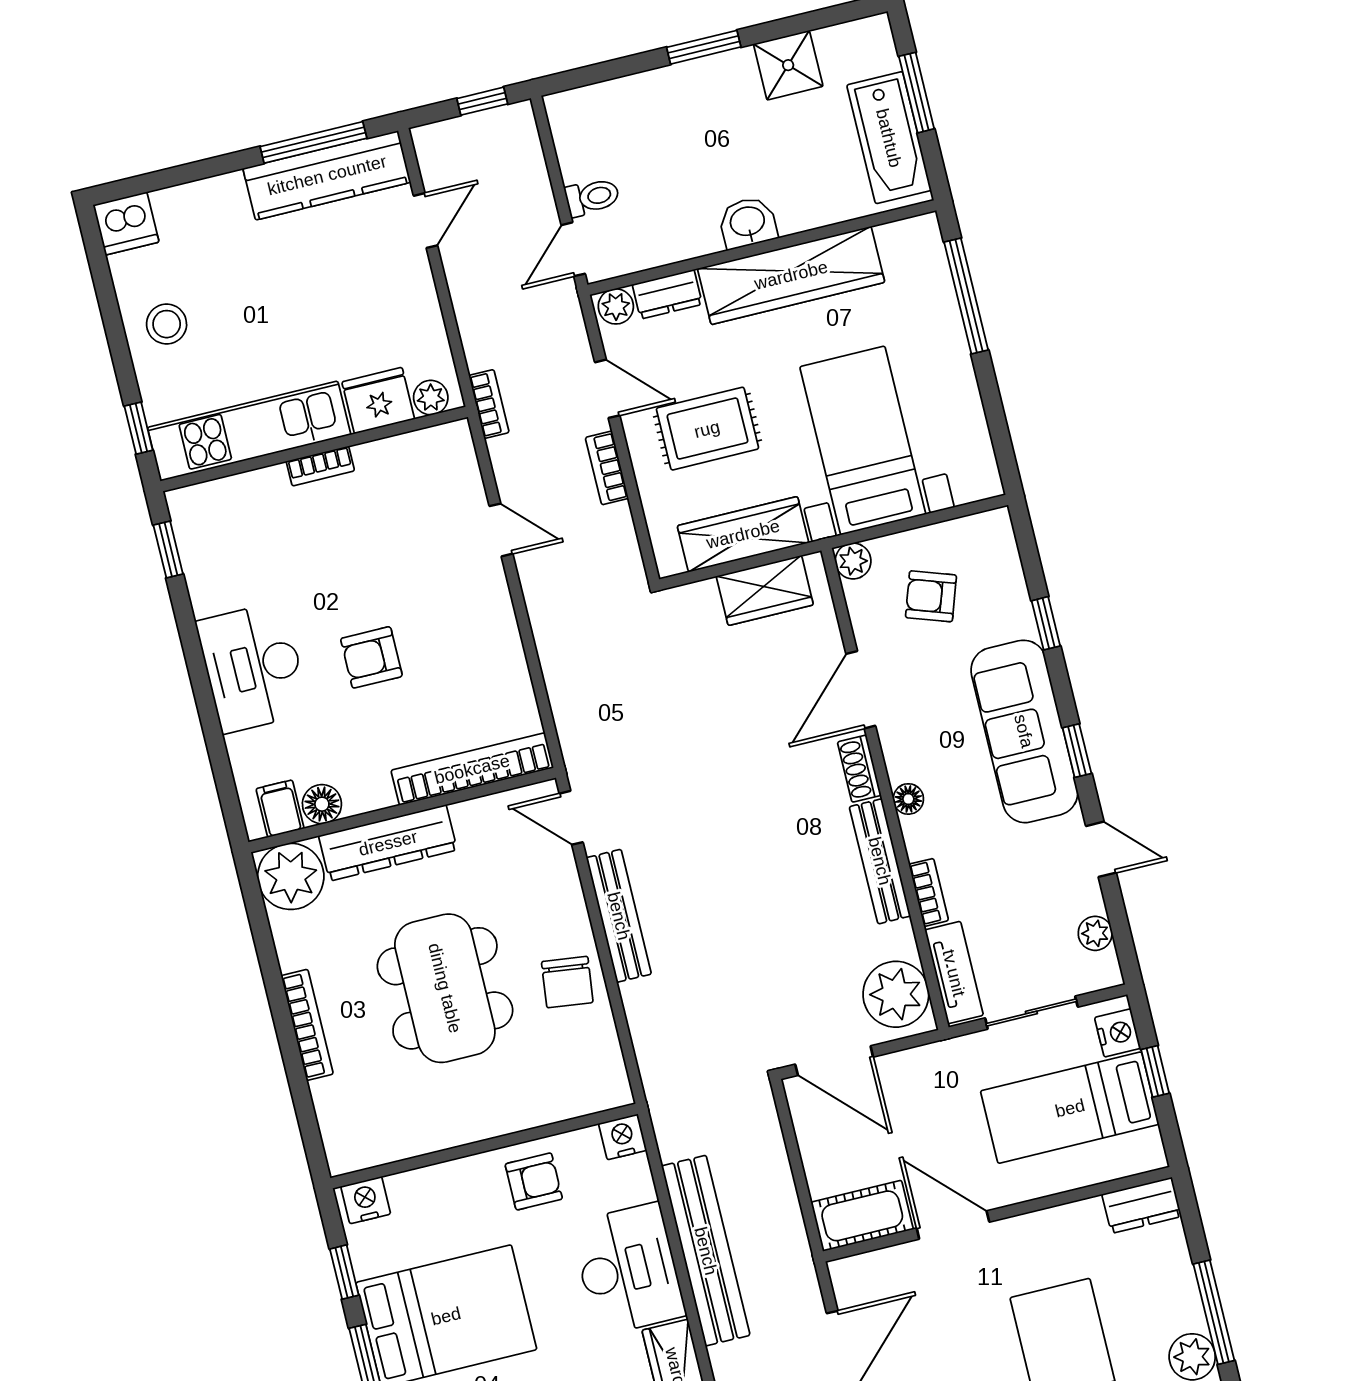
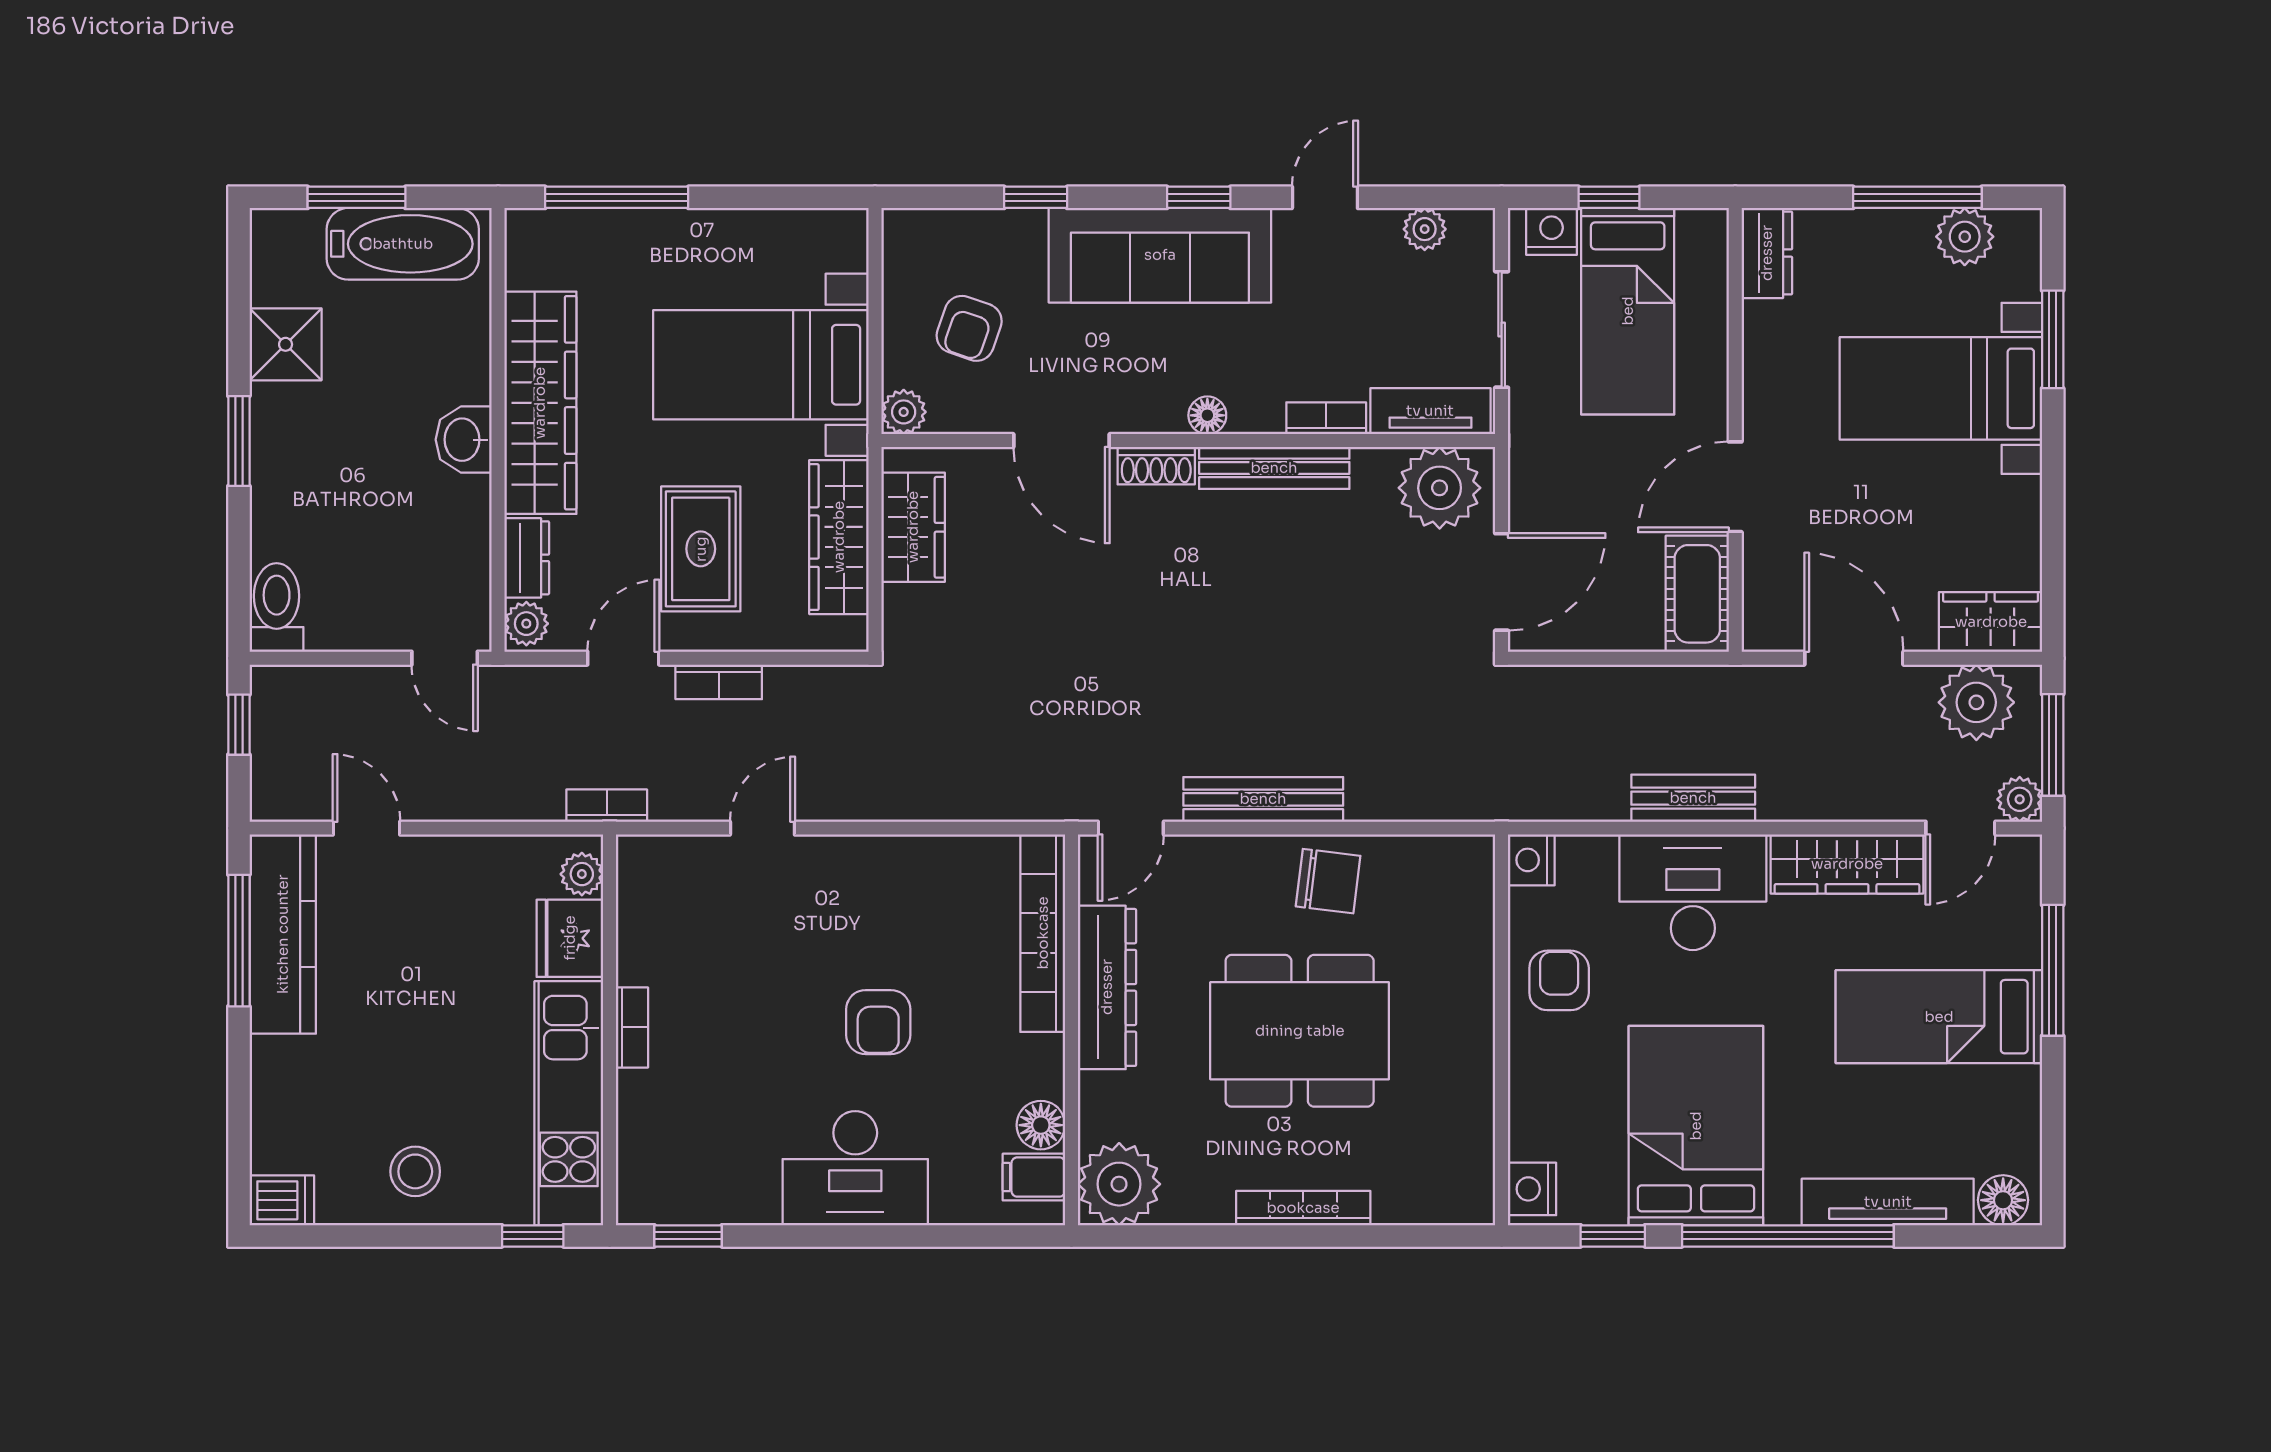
toilet: (592, 197) -> (277, 607), moved, width x1.37, depth x1.39
dishwasher: (126, 223) -> (282, 1200), width x0.73
dresser: (388, 843) -> (1107, 987), moved
bench: (706, 1251) -> (1693, 798), width x0.54, depth x0.82

